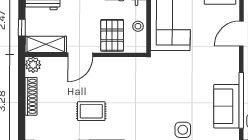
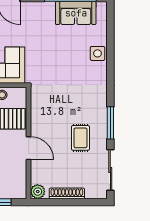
shelving: (46, 44) -> (19, 180), removed

